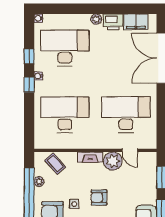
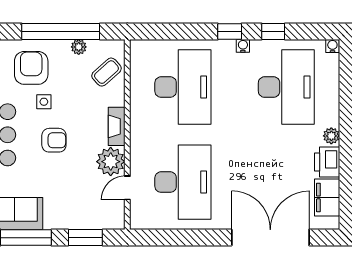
armchair: (99, 197) -> (54, 140), turned 90

